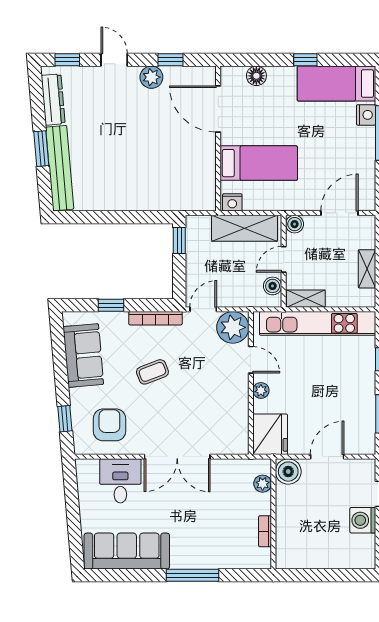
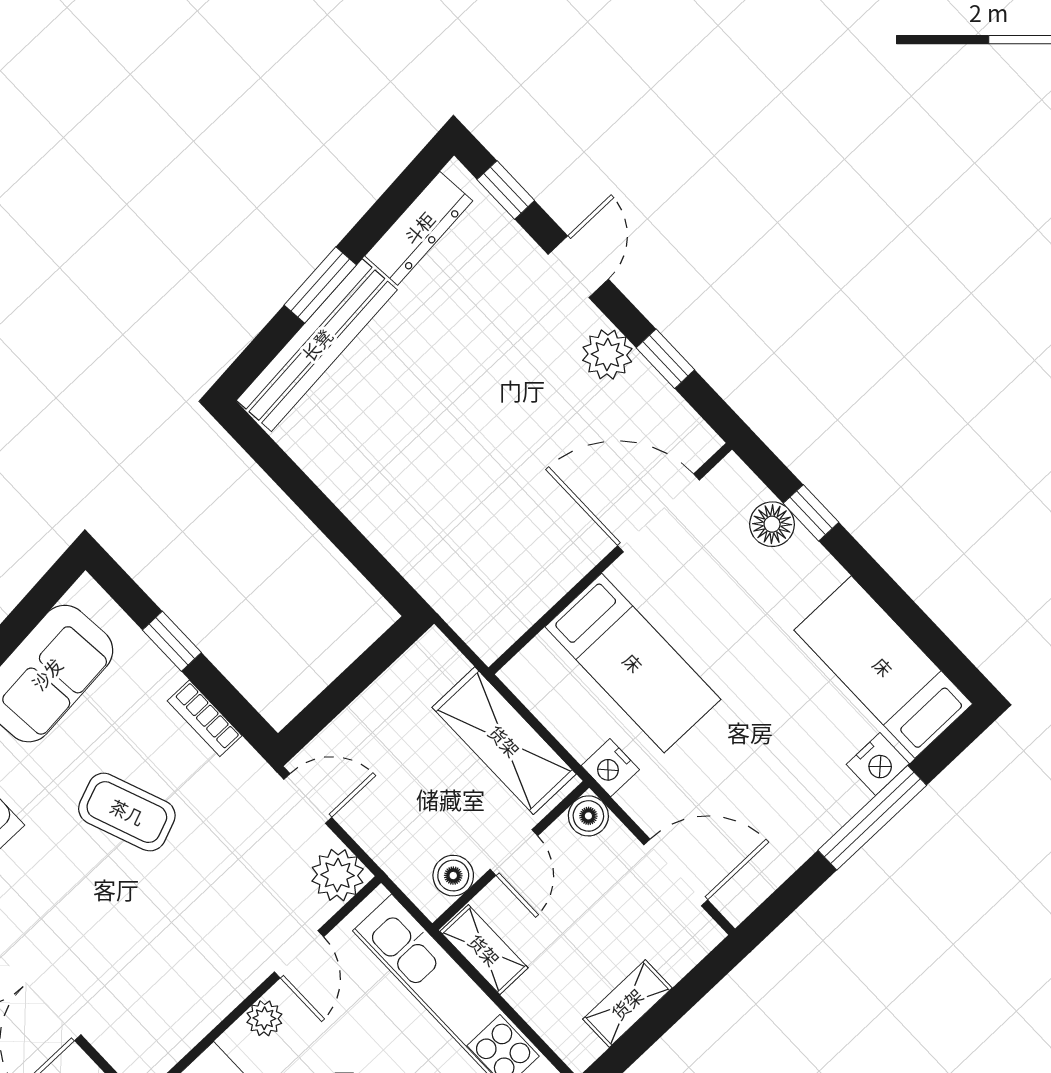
window: (305, 60) -> (811, 513), moved
door: (218, 109) -> (658, 513), hinge flipped
nightstand: (232, 202) -> (610, 768), moved
window: (179, 241) -> (383, 653), removed
door: (284, 259) -> (514, 853), swing flipped
bookcase: (155, 318) -> (205, 718), width x0.64
plant: (233, 327) -> (338, 875), width x0.73, depth x0.73
coffee table: (152, 372) -> (127, 812), width x1.36, depth x1.30

